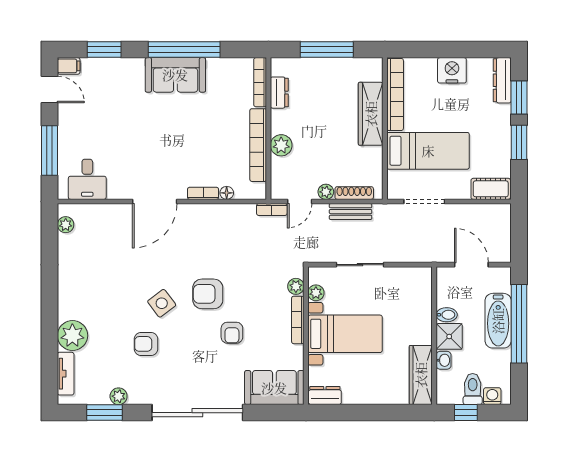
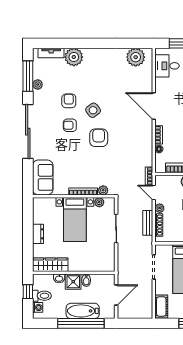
plant: (66, 225) -> (136, 57), width x1.87, depth x1.87
armchair: (232, 333) -> (70, 125), moved
dresser: (325, 396) -> (38, 234), moved
window: (104, 413) -> (28, 76), width x1.44

